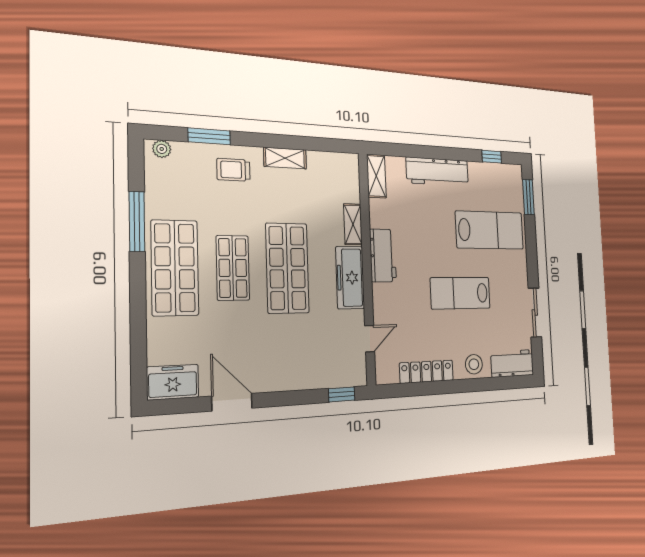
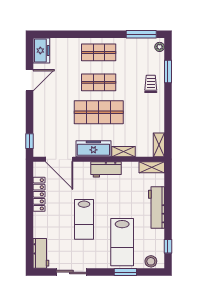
shelving: (285, 158) -> (159, 145), moved
window: (528, 197) -> (125, 272), moved
window: (137, 222) -> (141, 34), moved
shop shelf: (175, 268) -> (99, 52), width x0.70, depth x0.74
lab bench: (460, 293) -> (84, 219), turned 180
door: (370, 339) -> (59, 159), width x1.88
stool: (474, 364) -> (151, 261), moved

